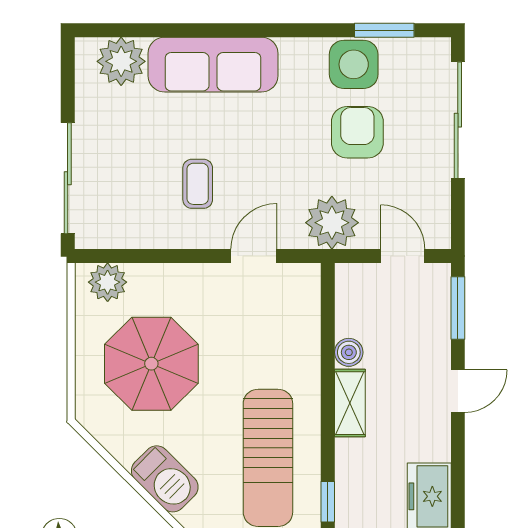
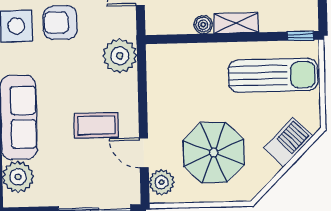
coffee table: (198, 184) -> (96, 125), width x1.36, depth x1.30
plant: (332, 223) -> (120, 56), moved
door: (254, 256) -> (144, 153), moved

